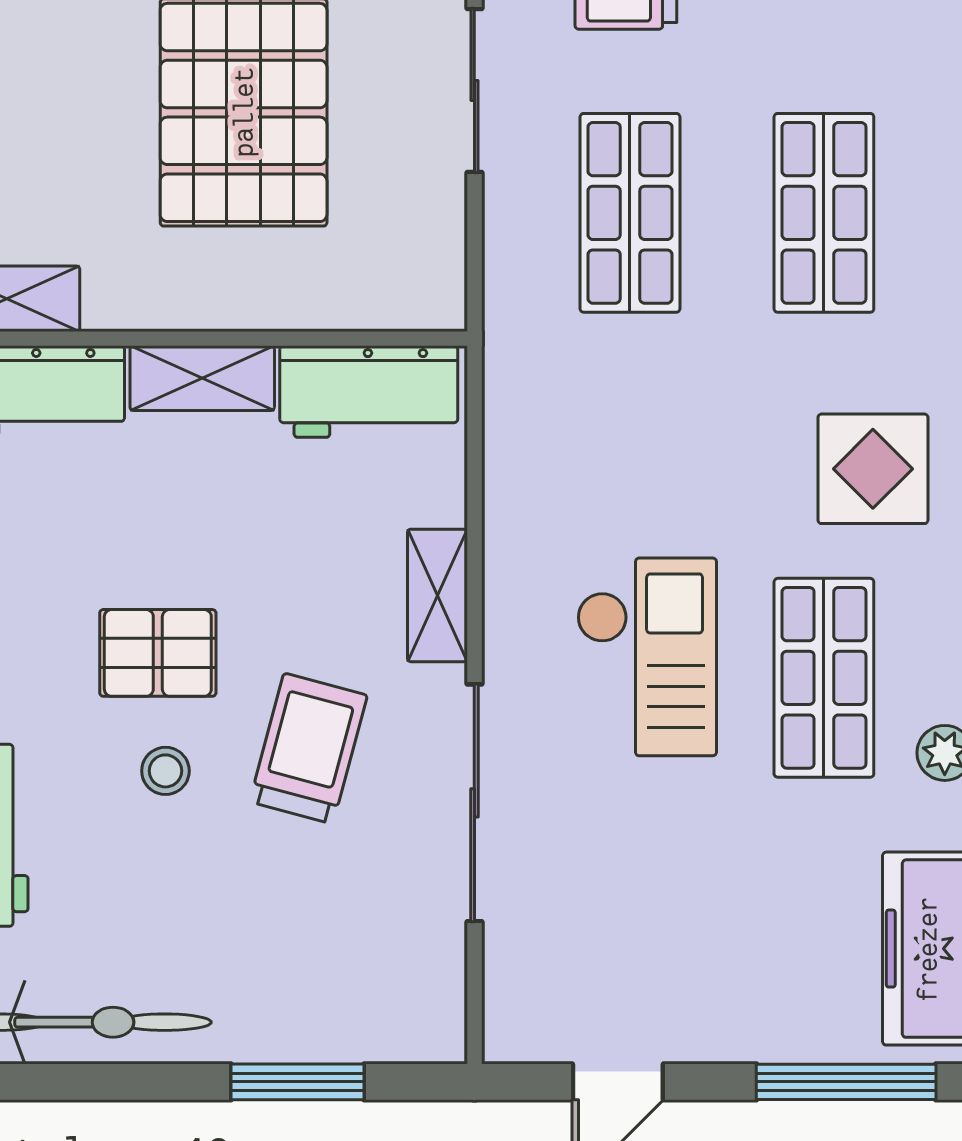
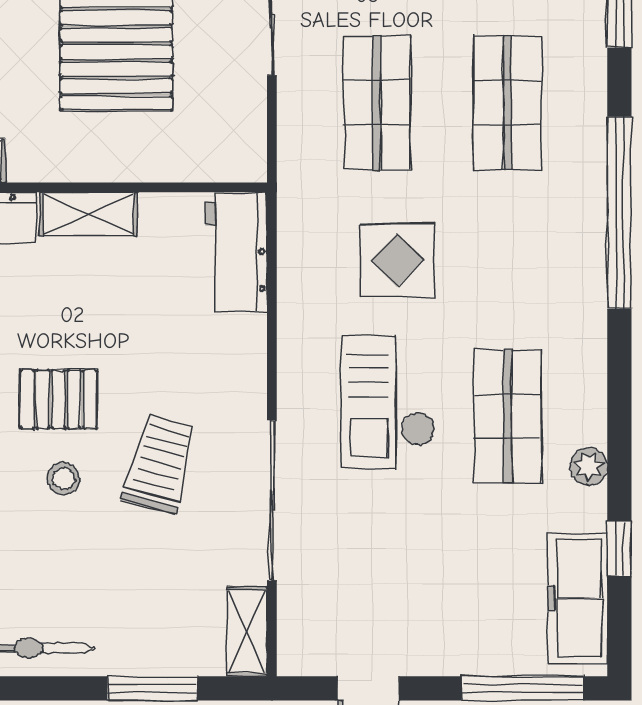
workbench: (369, 392) -> (236, 252), moved, turned 90
display table: (873, 469) -> (397, 260), moved
shelving: (437, 595) -> (247, 632), moved
checkout: (647, 657) -> (388, 402), turned 180

